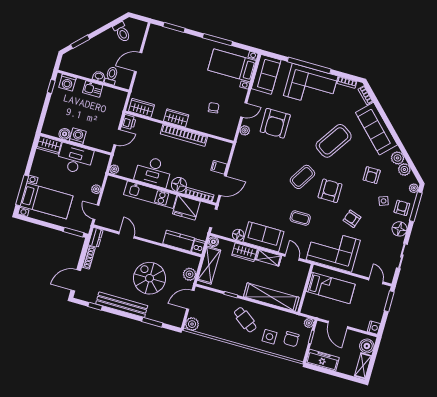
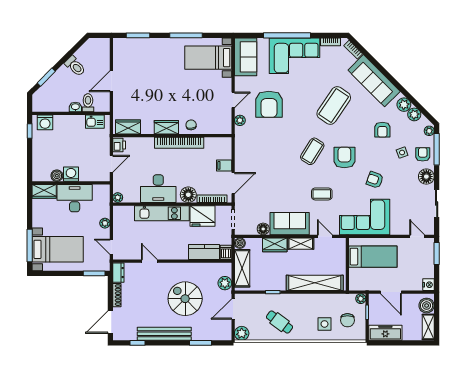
toilet: (122, 32) -> (75, 66), moved
kitchen sink: (93, 89) -> (95, 122), moved
chair: (214, 108) -> (191, 125), moved
cafe table: (245, 320) -> (279, 322), moved

